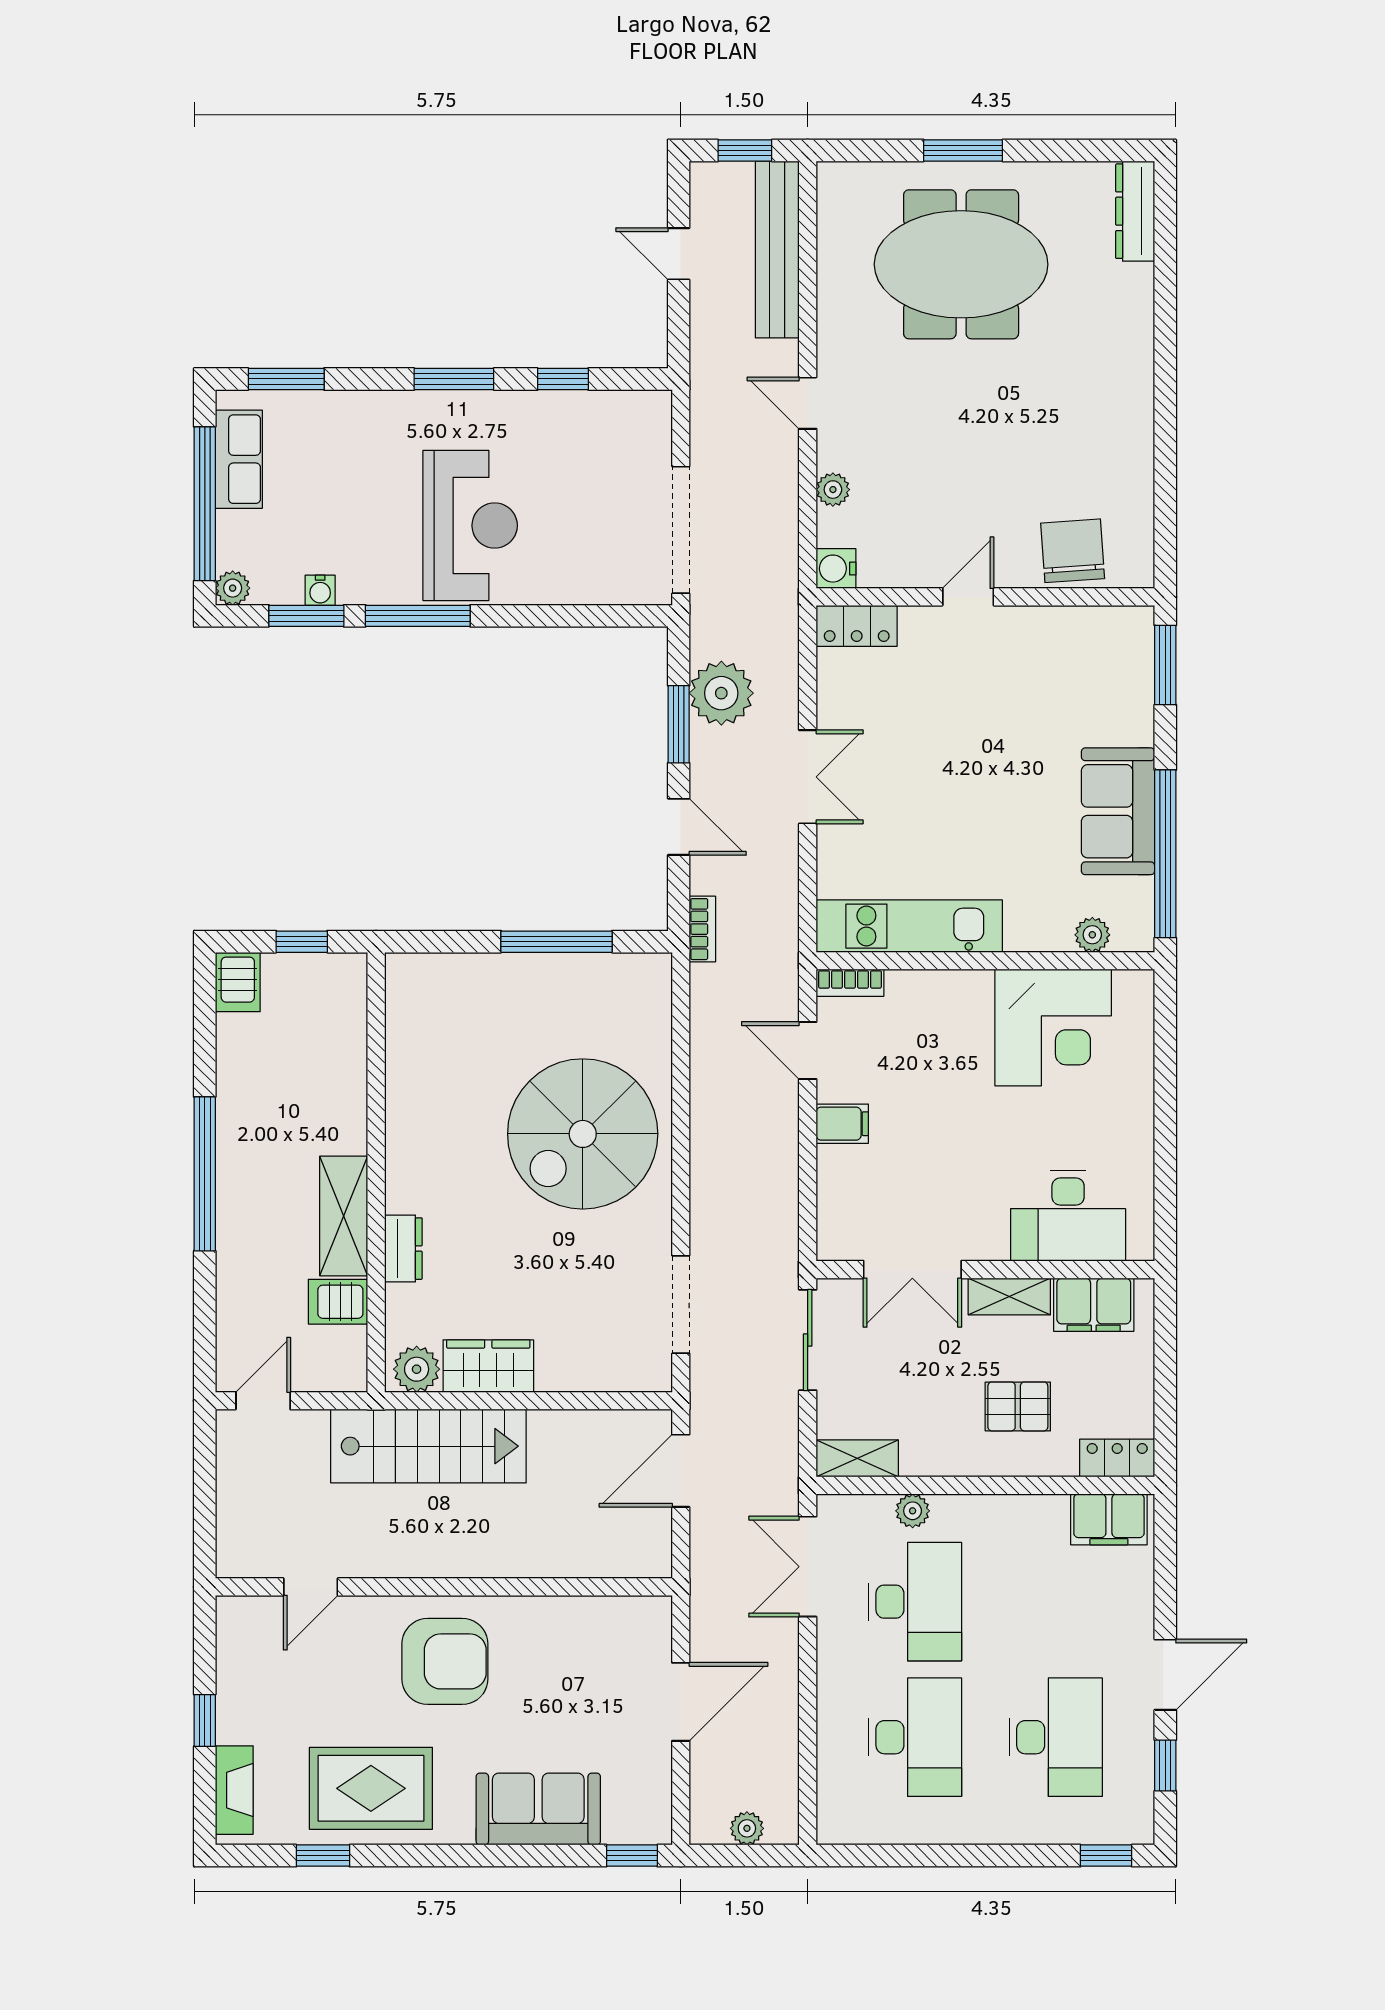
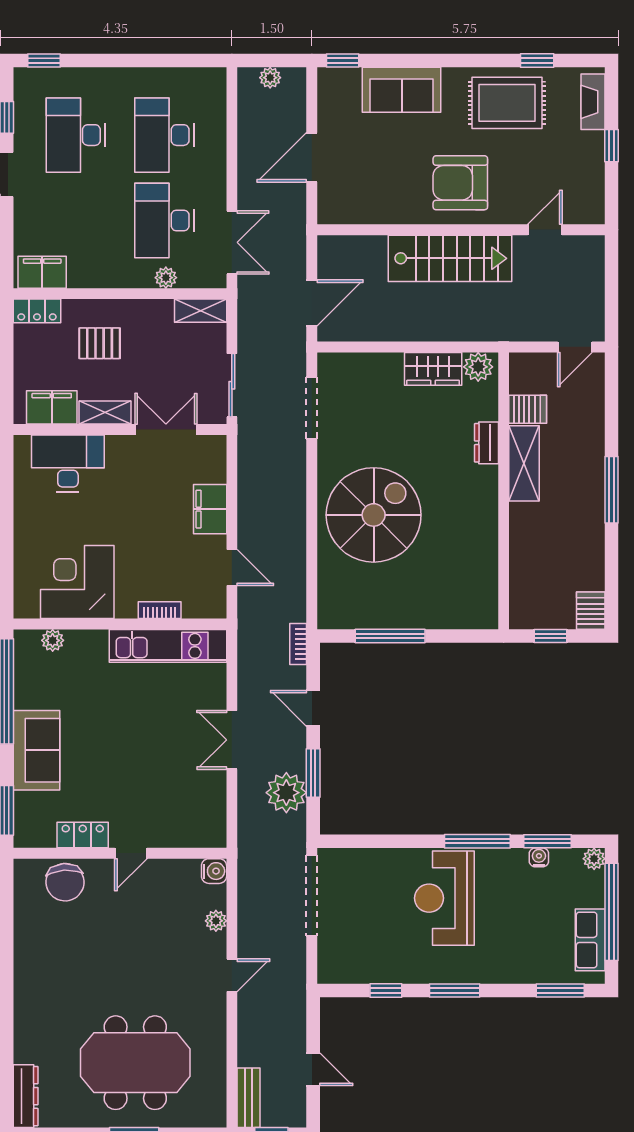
bench: (777, 249) -> (249, 1098), width x0.54, depth x0.82
door: (808, 403) -> (232, 975), hinge flipped
locker: (857, 626) -> (83, 835), moved
sofa: (1118, 811) -> (36, 750), moved
bookcase: (850, 983) -> (160, 610), moved
filing cabinet: (842, 1124) -> (210, 509), width x2.00
window: (205, 1174) -> (612, 490), width x0.68
stairs: (428, 1446) -> (450, 258), moved, turned 180

